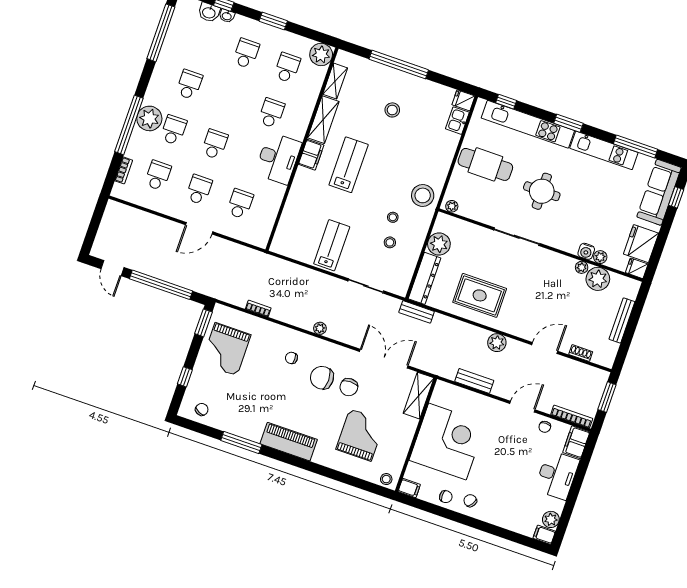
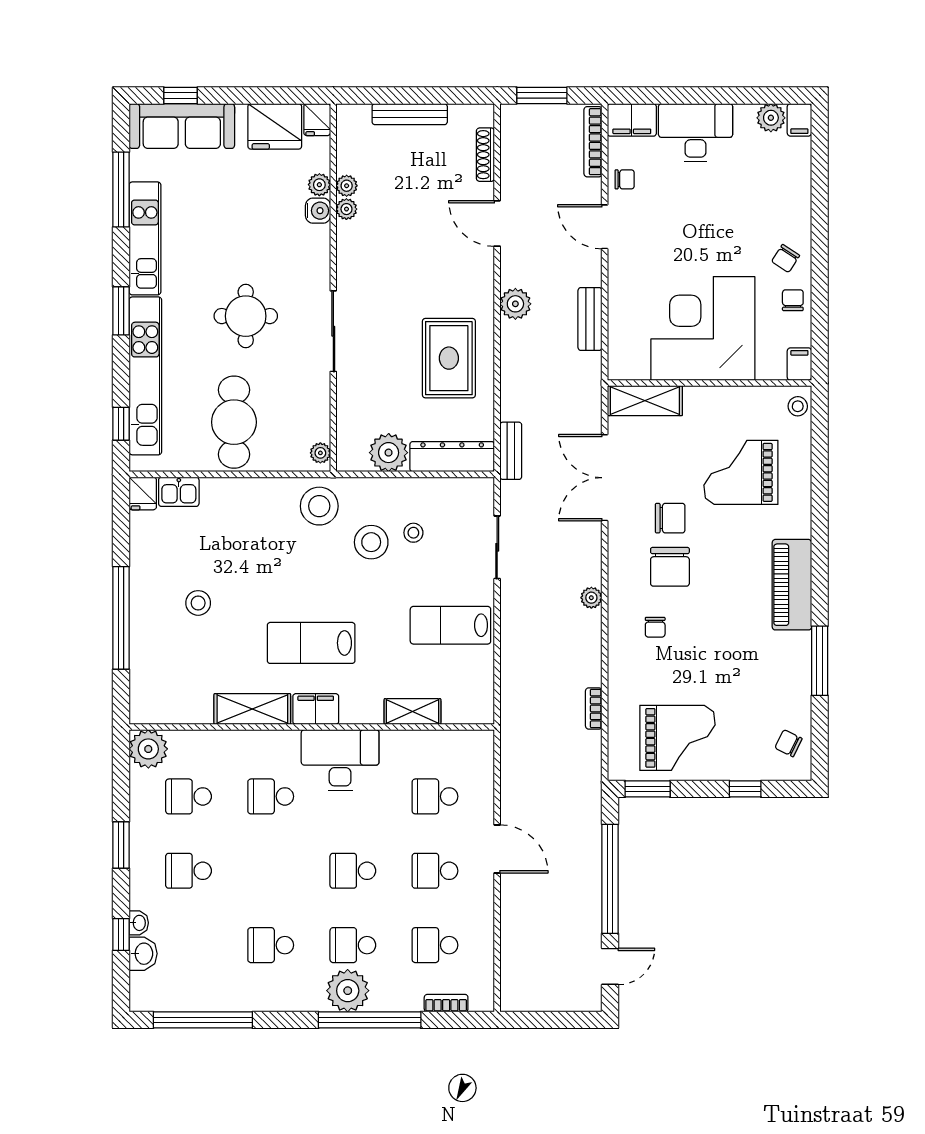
shelving: (335, 81) -> (412, 712), moved
stool: (393, 217) -> (371, 542), width x1.89, depth x1.89
plant: (598, 279) -> (347, 186), width x0.53, depth x0.53
shoe rack: (581, 353) -> (485, 155), width x1.43

